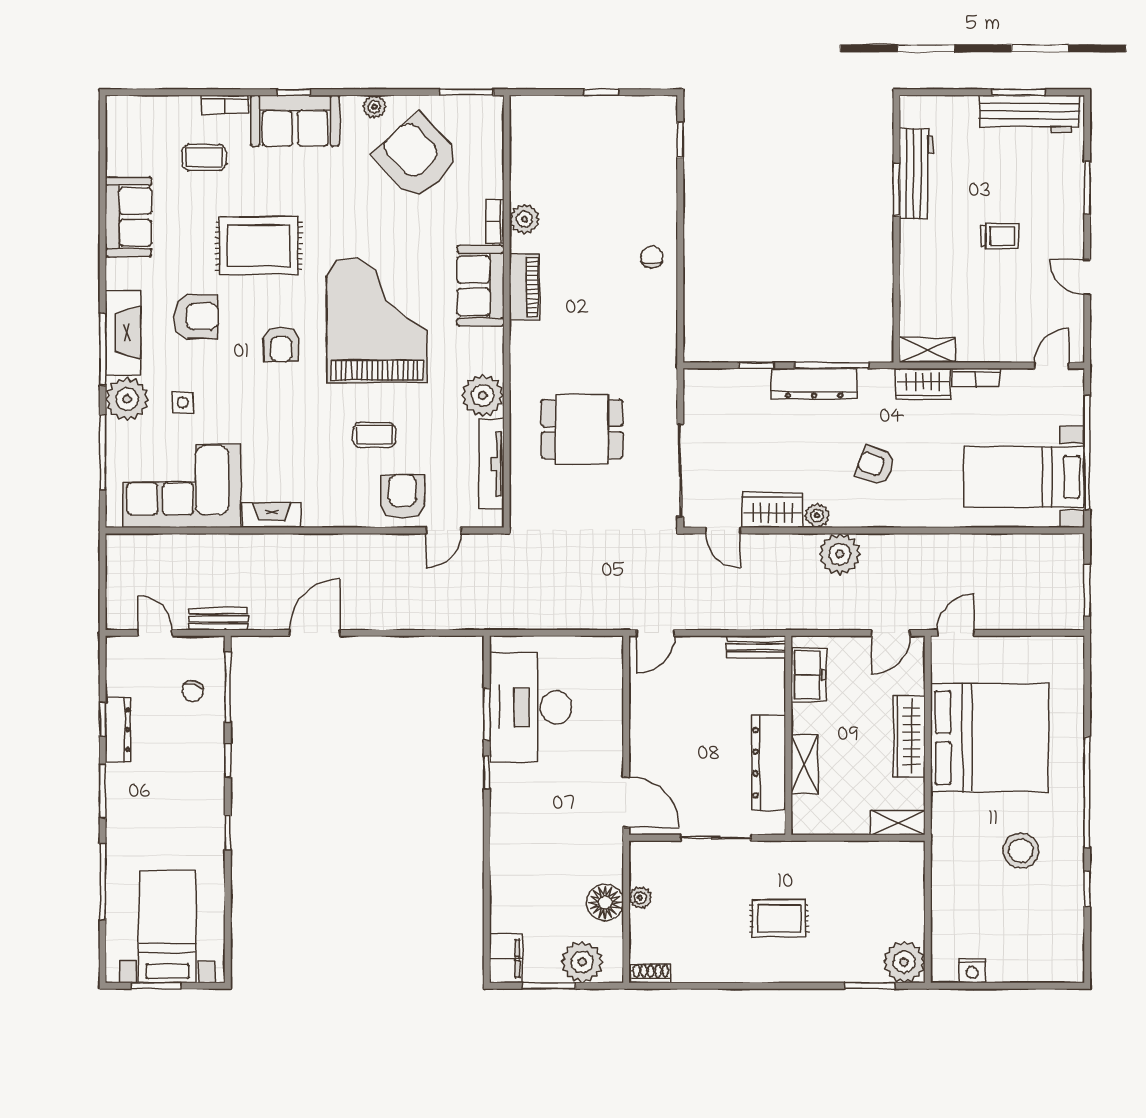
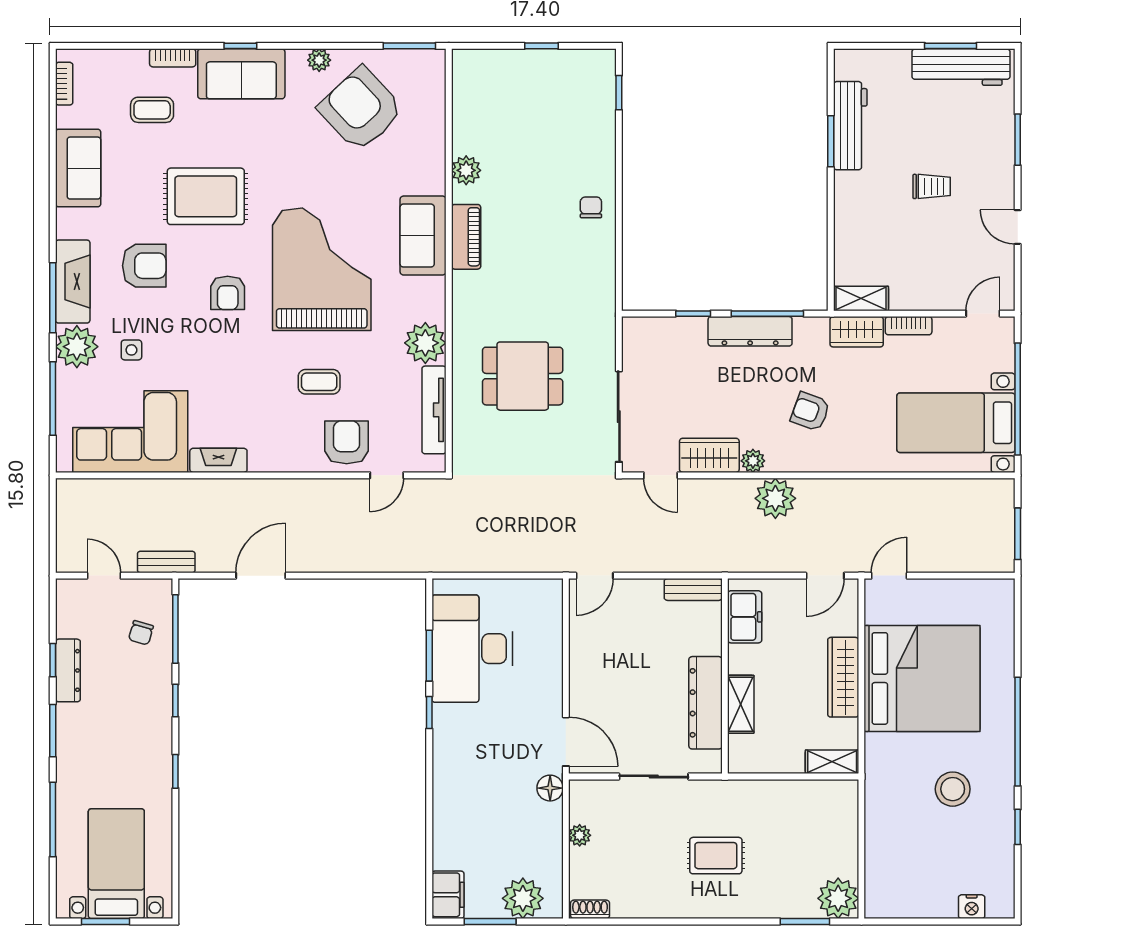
bookcase: (495, 221) -> (64, 84), moved, turned 180
floor lamp: (605, 902) -> (550, 788), moved, width x0.73, depth x0.73
nightstand: (972, 971) -> (972, 907), moved

